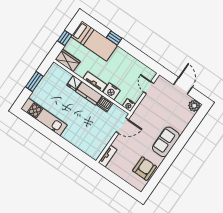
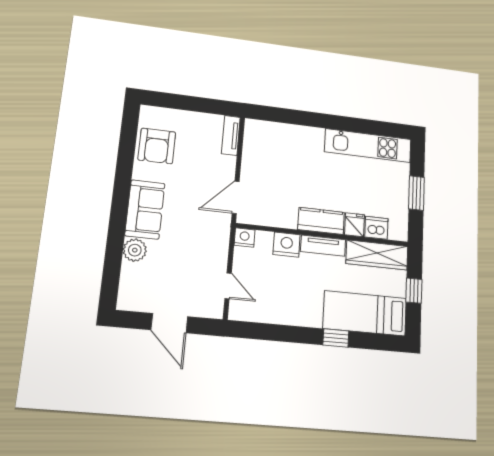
wardrobe: (68, 60) -> (377, 255), width x1.50
dishwasher: (105, 104) -> (376, 228), moved
plant: (194, 106) -> (135, 250), moved

